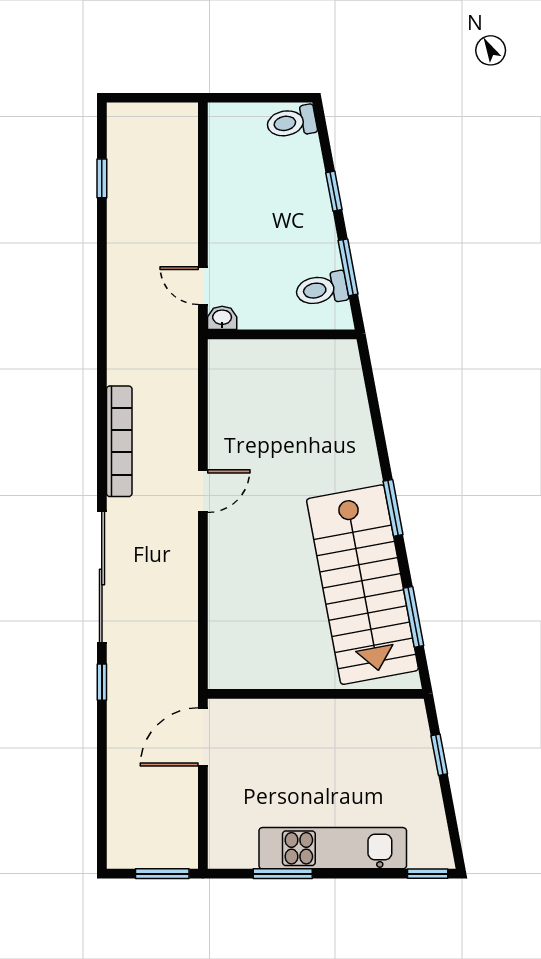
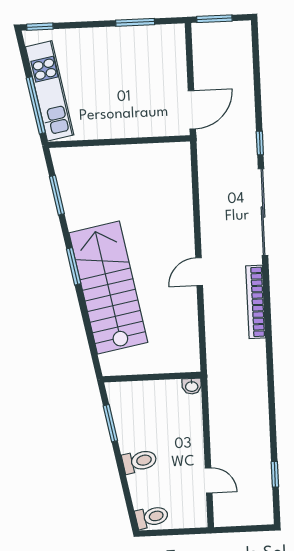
window: (334, 191) -> (122, 473), removed
door: (203, 286) -> (209, 480), moved
toilet: (322, 289) -> (140, 461), moved
stairs: (362, 585) -> (108, 288), moved
window: (439, 755) -> (36, 105), width x2.17
kitchen unit: (333, 848) -> (50, 91), moved, turned -101

